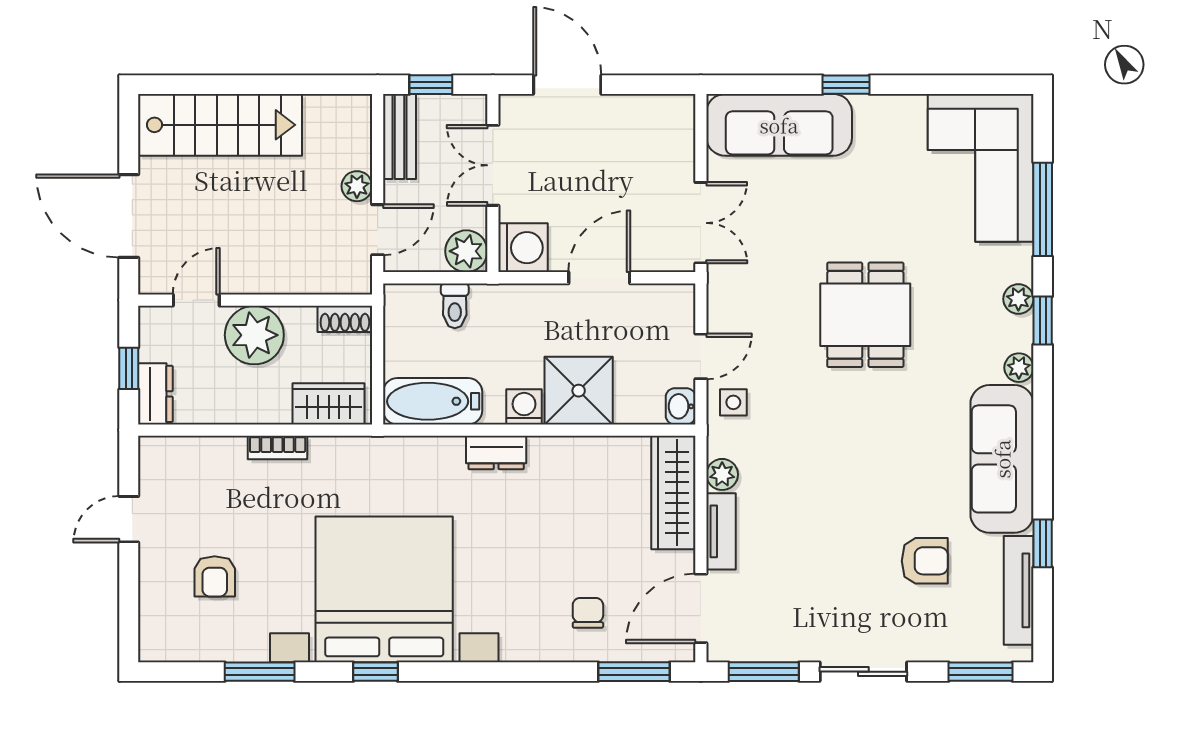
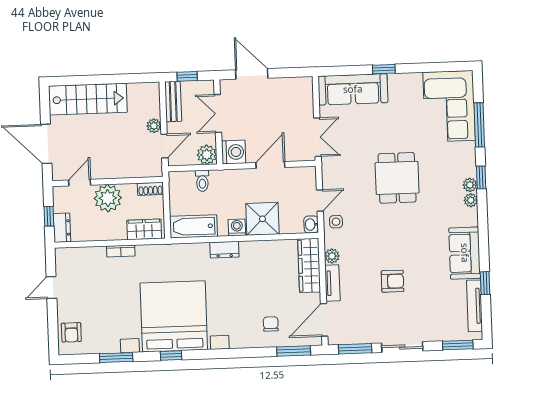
plant: (1018, 299) -> (470, 185), moved
sofa: (1002, 459) -> (465, 253), width x0.73
armchair: (925, 561) -> (393, 281), moved
armchair: (215, 576) -> (71, 332), moved

